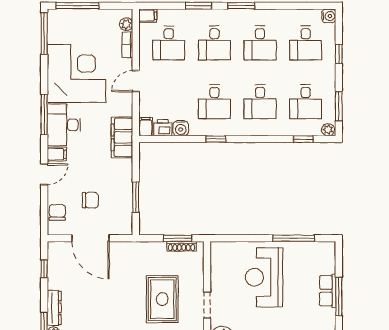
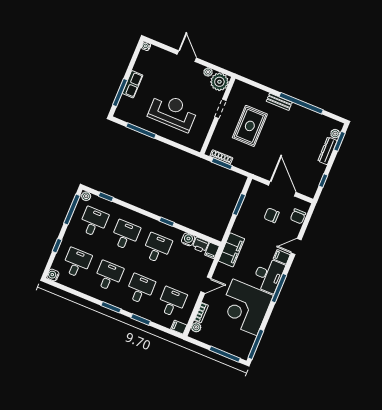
window: (339, 106) -> (72, 209), width x1.44
reception desk: (264, 277) -> (173, 112), turned -90
window: (339, 296) -> (120, 93), moved

